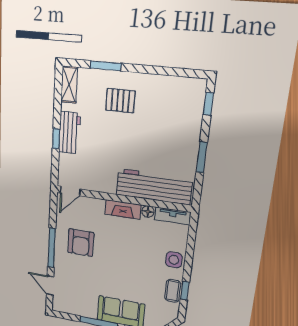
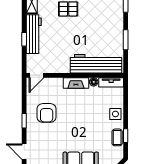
workbench: (69, 133) -> (34, 34), width x1.38
window: (52, 248) -> (24, 121), width x0.46

